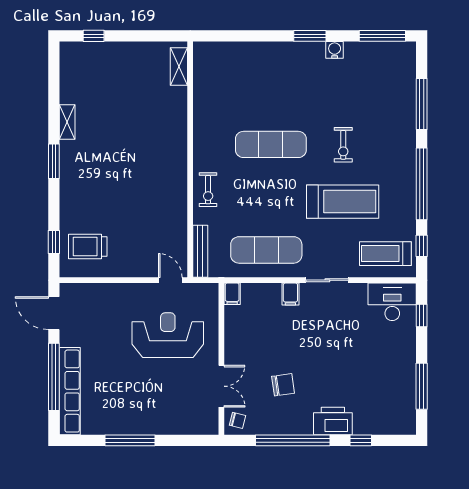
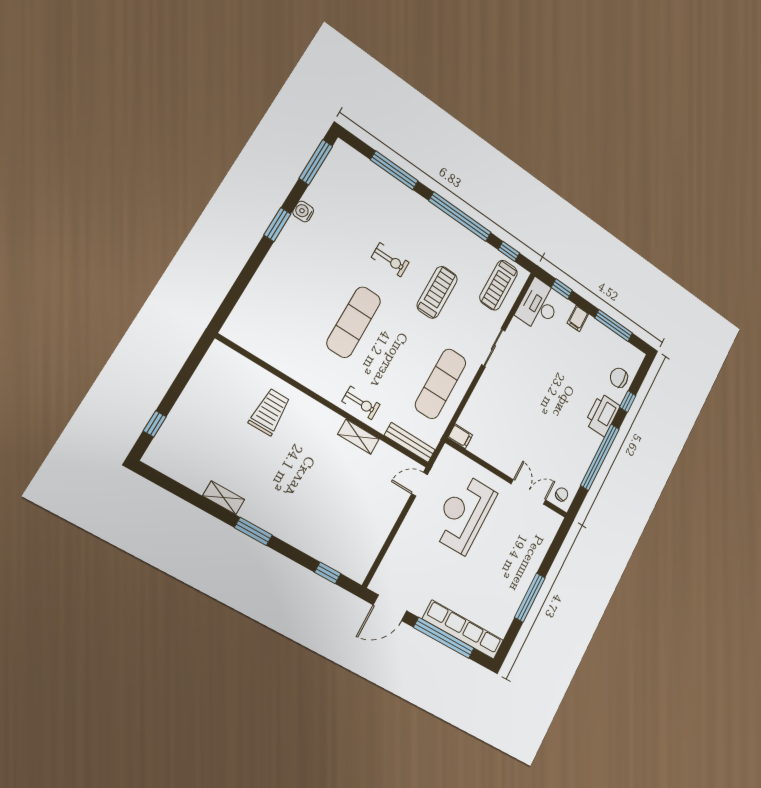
shelving: (179, 67) -> (358, 437), moved
treadmill: (343, 202) -> (437, 292), width x0.73, depth x0.73
trolley: (88, 247) -> (270, 412), moved, turned 180
filing cabinet: (290, 294) -> (578, 319), moved, turned 90
chair: (283, 385) -> (619, 378), moved, turned -82

